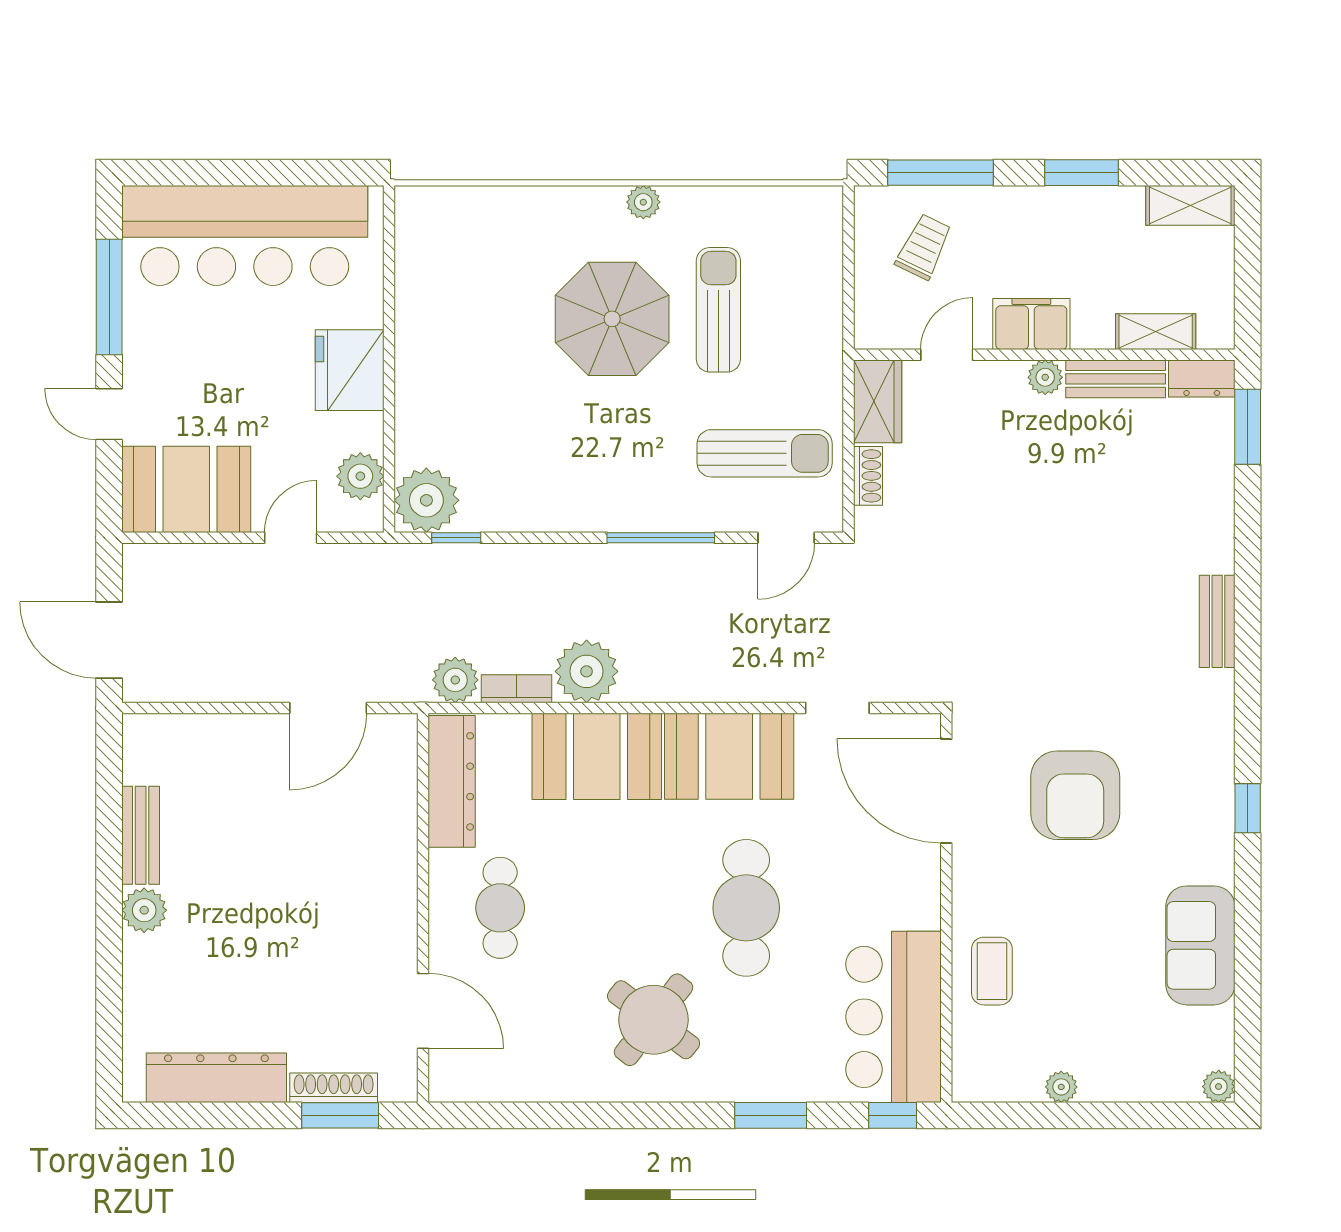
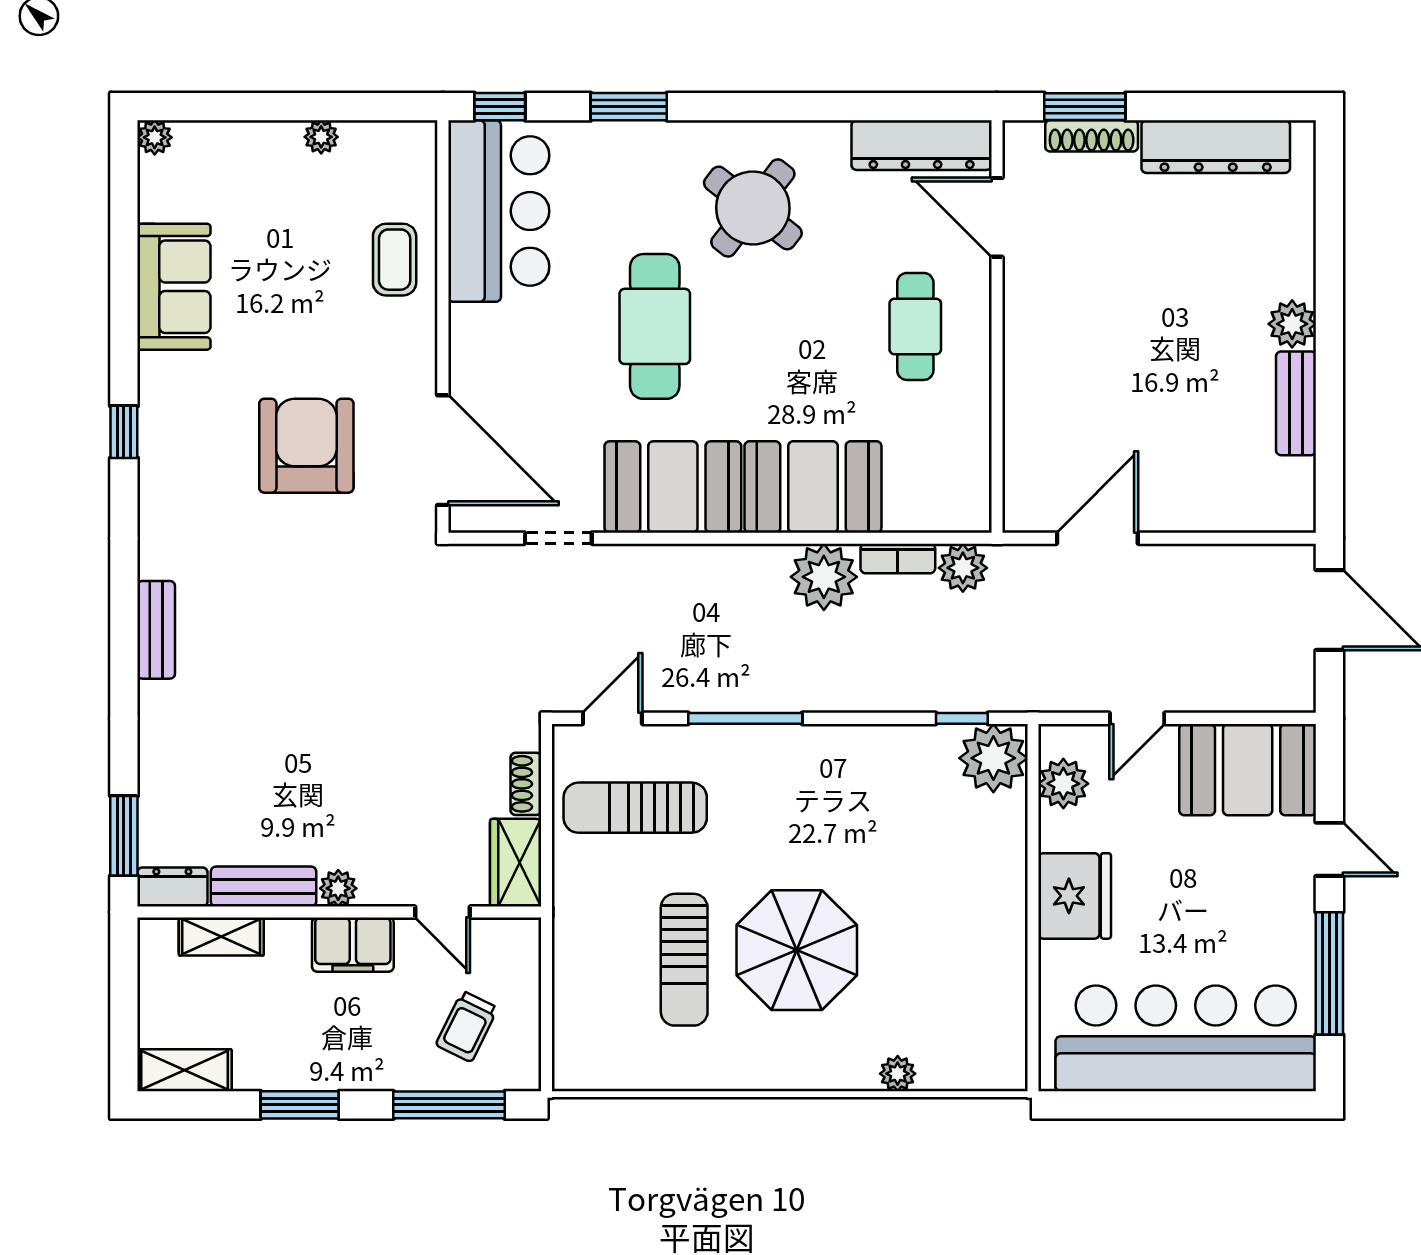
plant: (643, 202) -> (898, 1074), moved
door: (947, 355) -> (442, 912), hinge flipped
dresser: (452, 781) -> (922, 145), moved, turned -90

